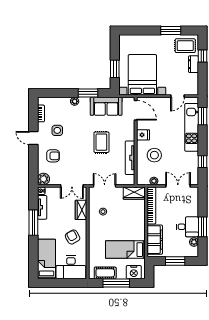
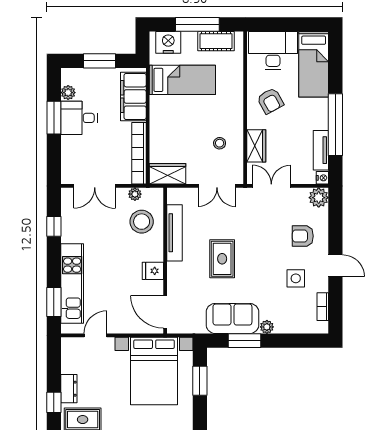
sofa: (106, 106) -> (232, 318), moved
stool: (154, 155) -> (142, 222), moved
window: (33, 223) -> (335, 125), width x1.46

